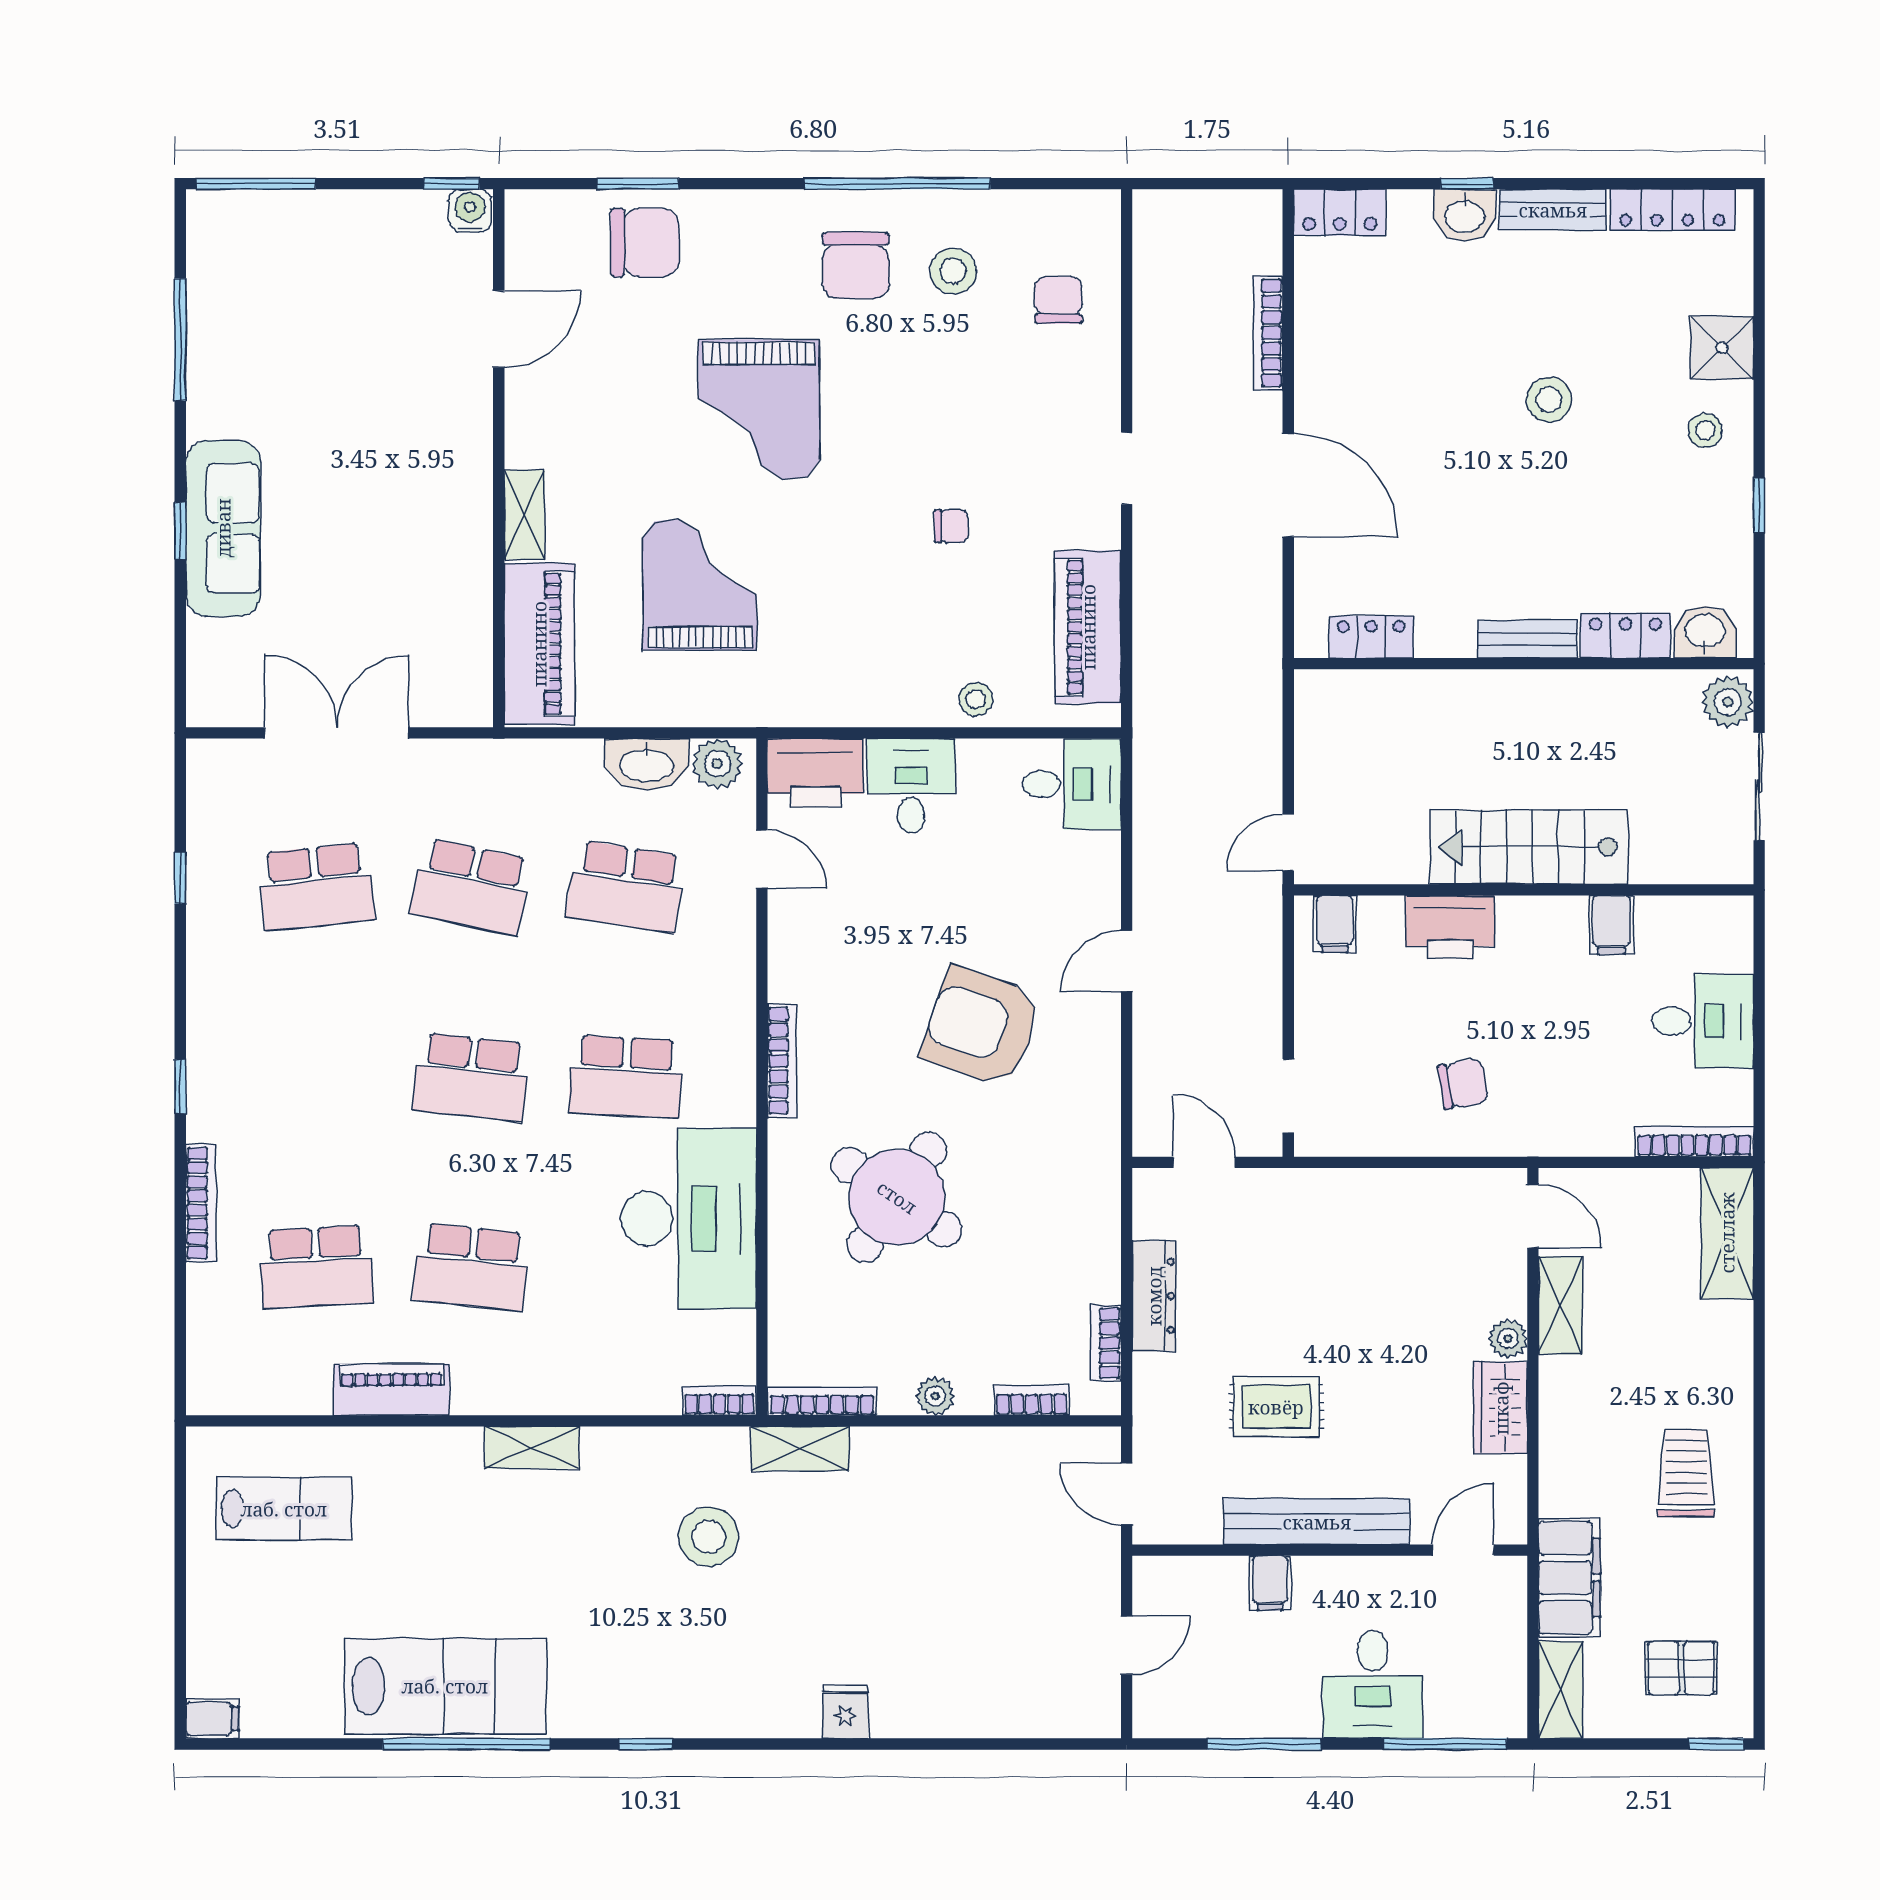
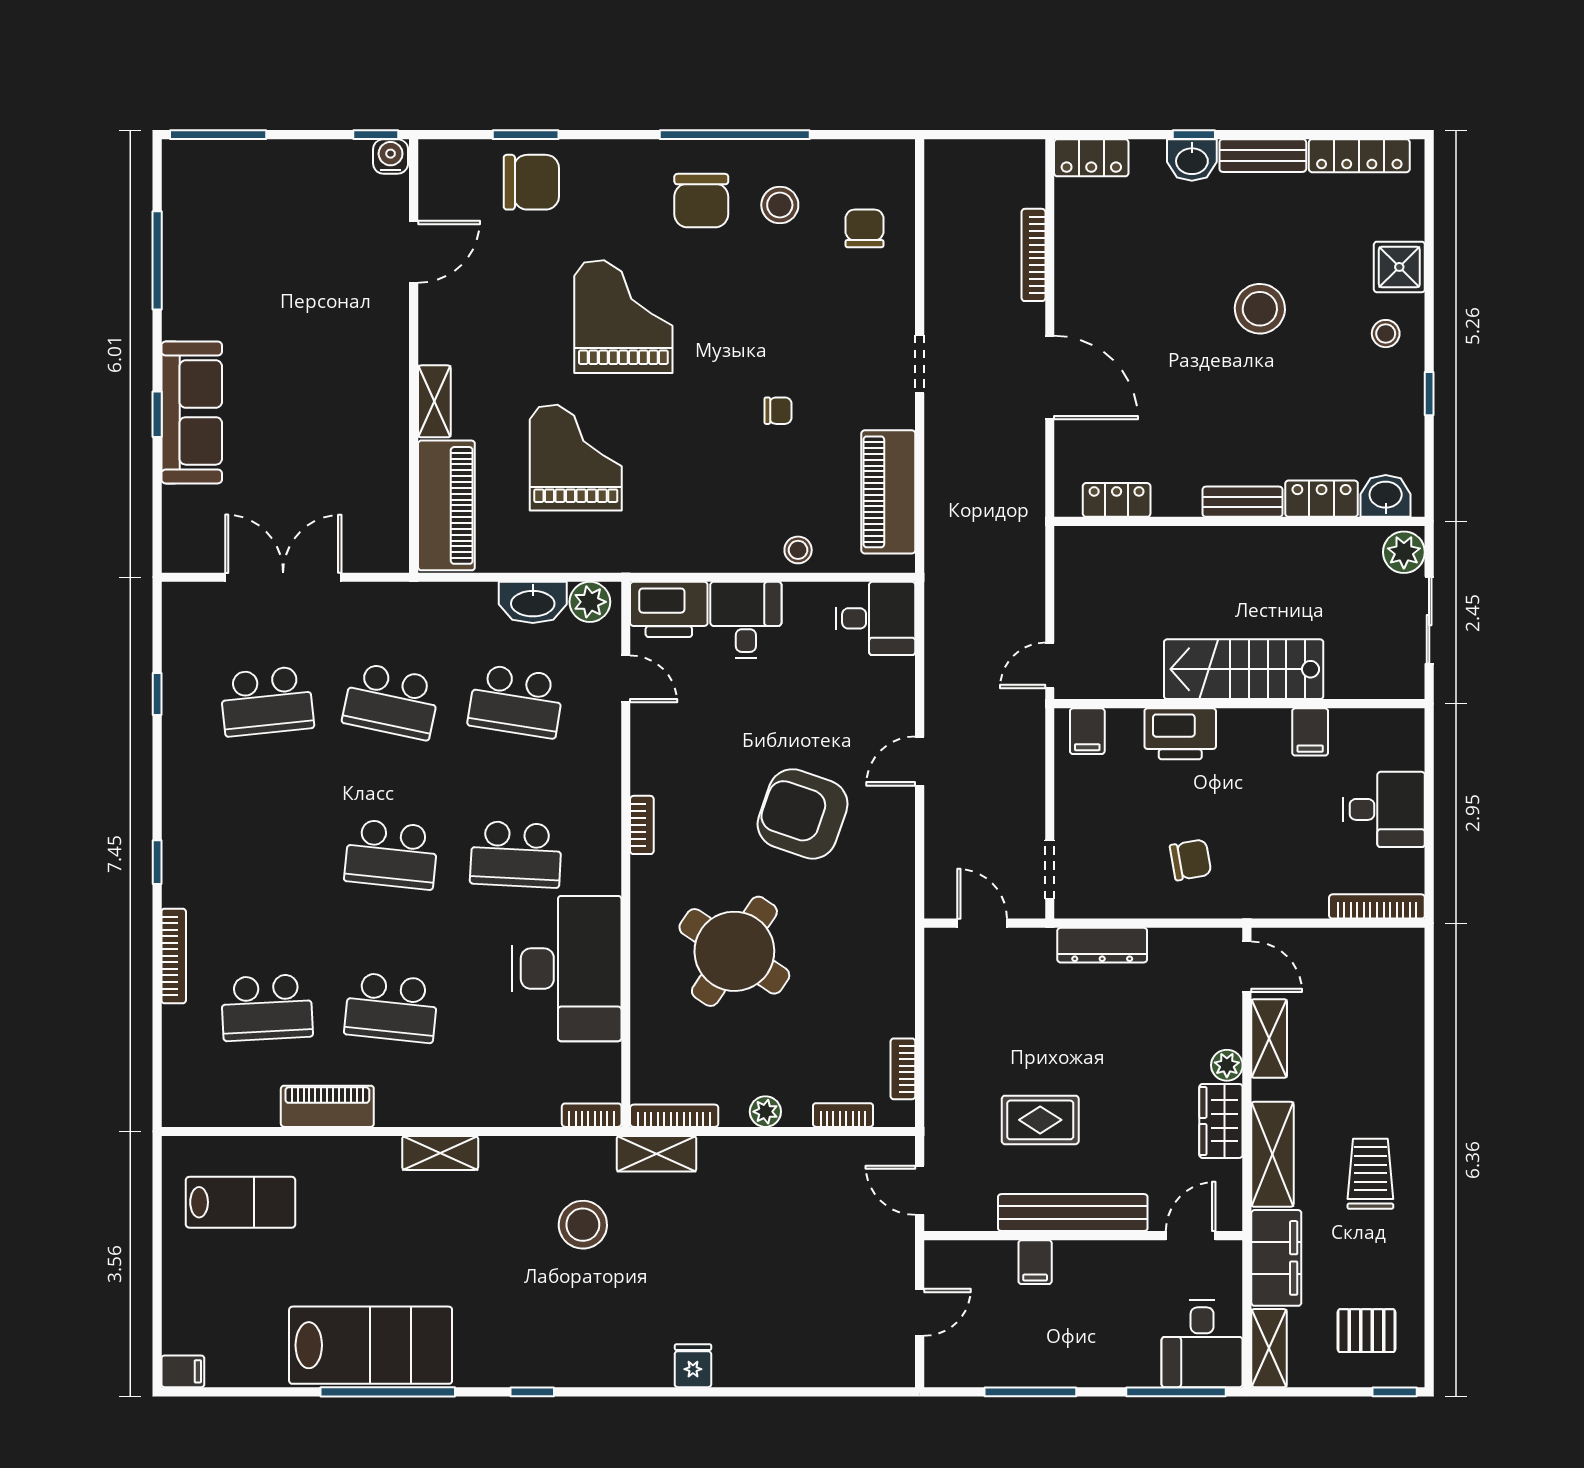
stool: (1549, 400) -> (1260, 309), width x1.38, depth x1.38
grand piano: (759, 409) -> (623, 317), turned 180
bookcase: (782, 1061) -> (642, 825), width x0.64
shelving: (1727, 1233) -> (1272, 1154), moved
dresser: (1154, 1296) -> (1102, 945), moved, turned 90
desk: (1373, 1684) -> (1202, 1344), moved

